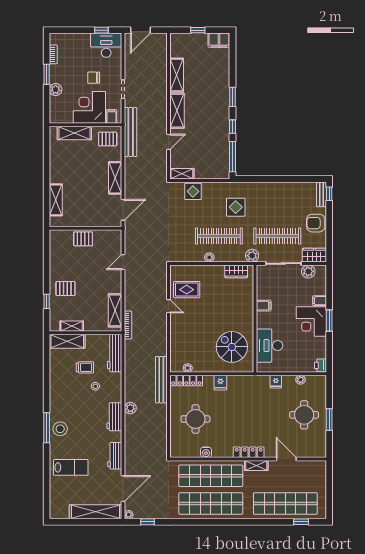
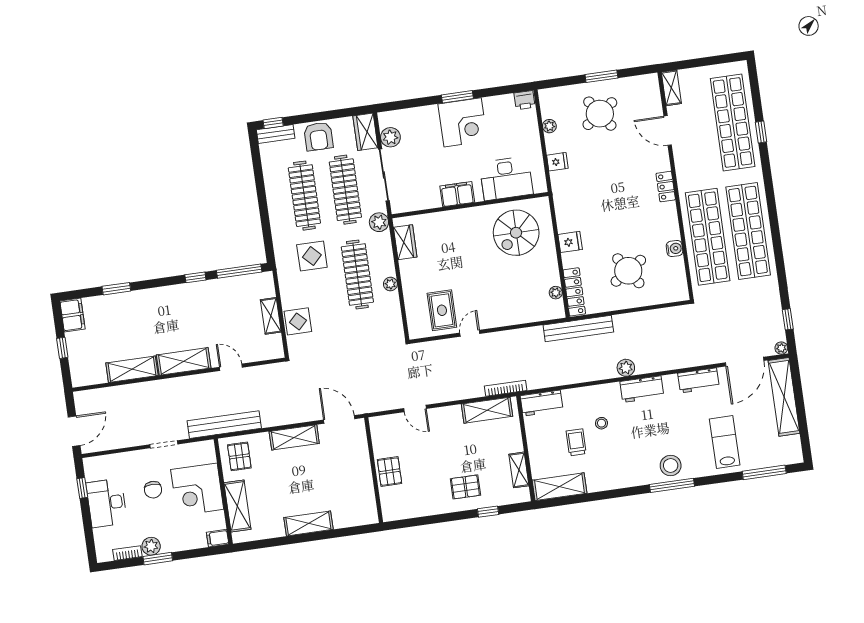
door: (140, 30) -> (74, 431), hinge flipped
desk: (106, 45) -> (107, 503), moved
plant: (56, 90) -> (151, 546), moved
window: (233, 97) -> (116, 289), moved
filing cabinet: (112, 117) -> (218, 538), moved
shelving: (182, 174) -> (271, 316), moved
shelving: (56, 200) -> (308, 523), moved
clothes rail: (277, 208) -> (304, 196), added
pallet: (65, 288) -> (465, 487), turned 90
filing cabinet: (320, 301) -> (431, 115), removed
filing cabinet: (264, 306) -> (457, 194), width x2.00
shelving: (67, 341) -> (559, 487), moved, turned 90
workbench: (115, 353) -> (542, 403), width x0.73
round table: (304, 415) -> (600, 114), turned -35
round table: (195, 419) -> (628, 271), turned -33
locker: (249, 452) -> (666, 187), width x0.66
door: (286, 459) -> (668, 131), hinge flipped
shelving: (256, 466) -> (671, 88), moved
door: (123, 489) -> (745, 362), swing flipped
window: (47, 491) -> (764, 472), added
window: (301, 522) -> (761, 132), moved

